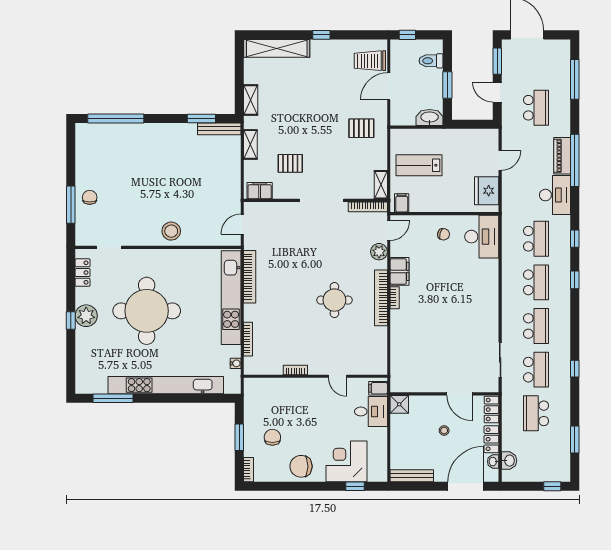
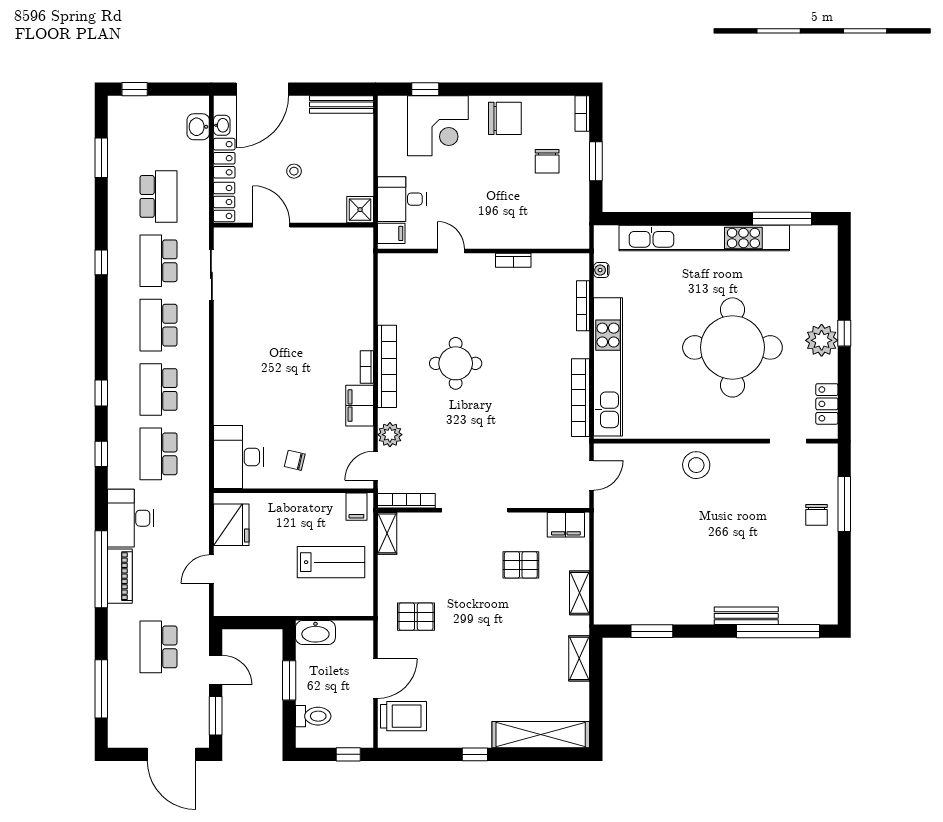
bench: (219, 129) -> (746, 616), moved

